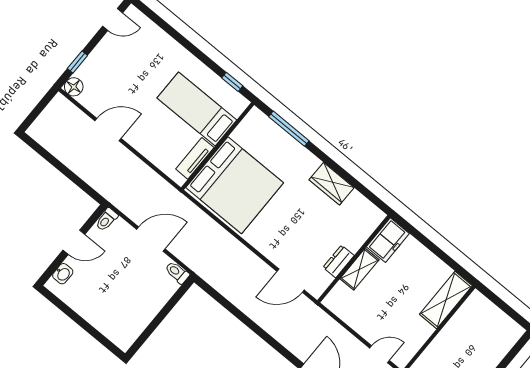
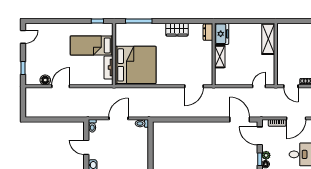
floor lamp: (74, 87) -> (45, 80), moved
door: (74, 242) -> (86, 147), swing flipped
dresser: (339, 261) -> (208, 32), moved

